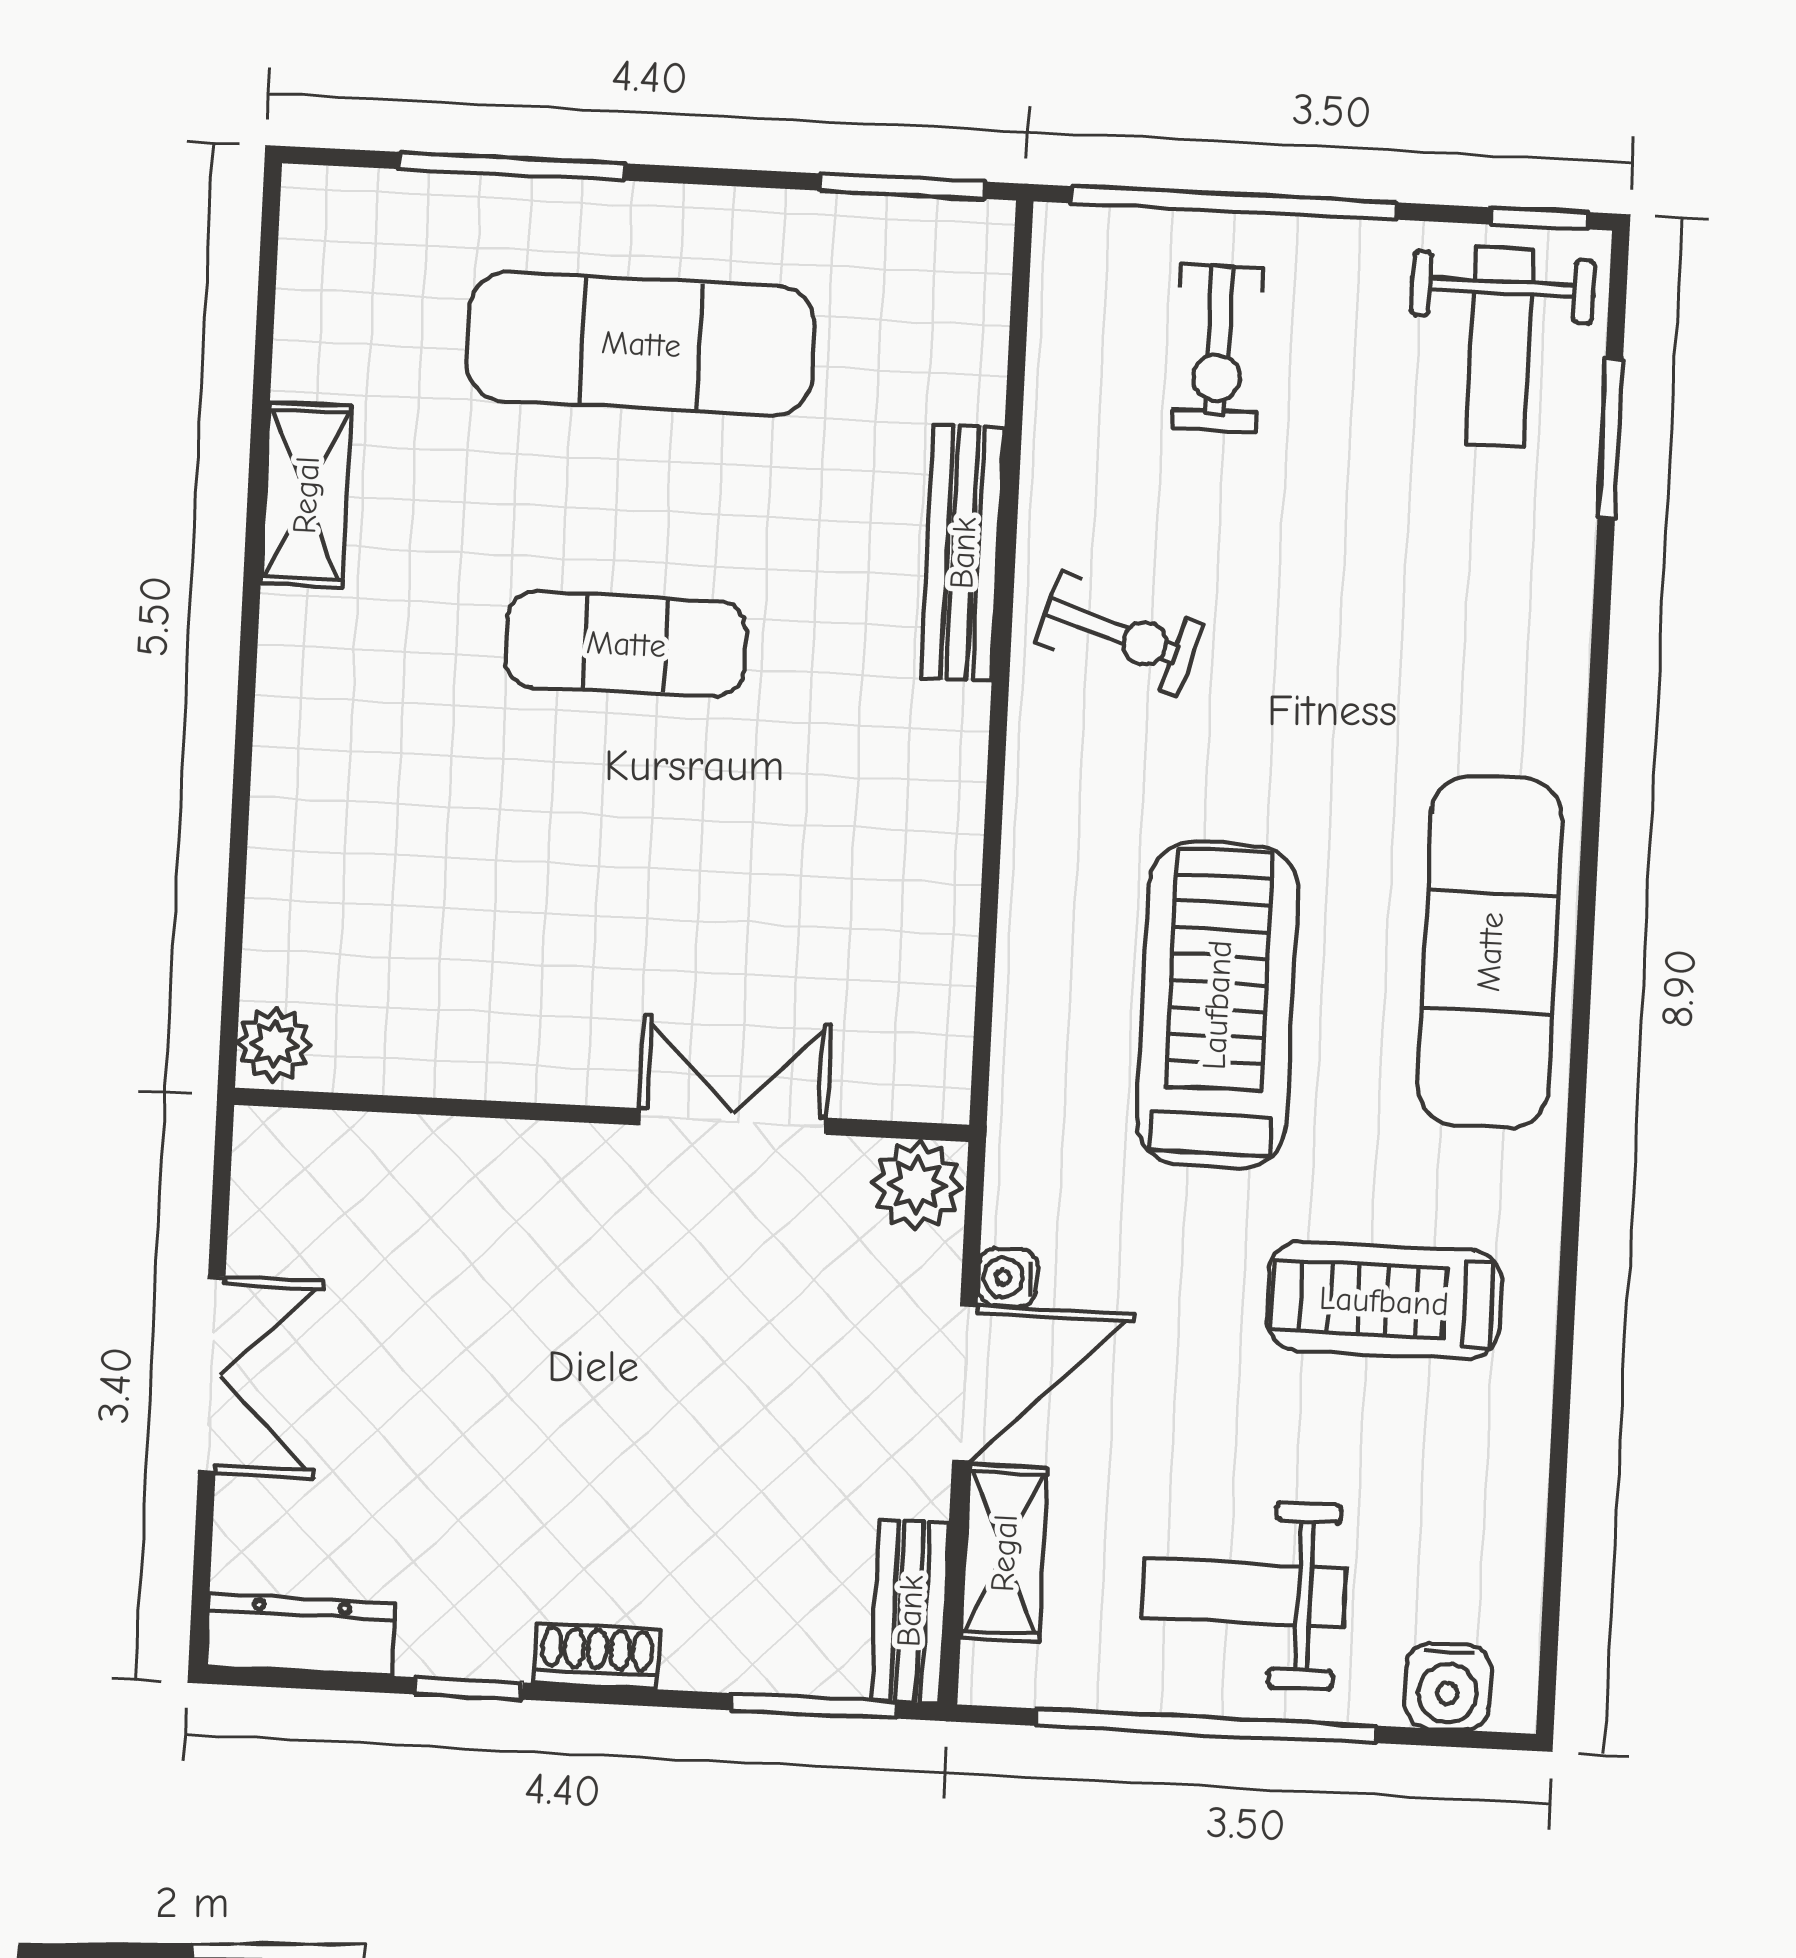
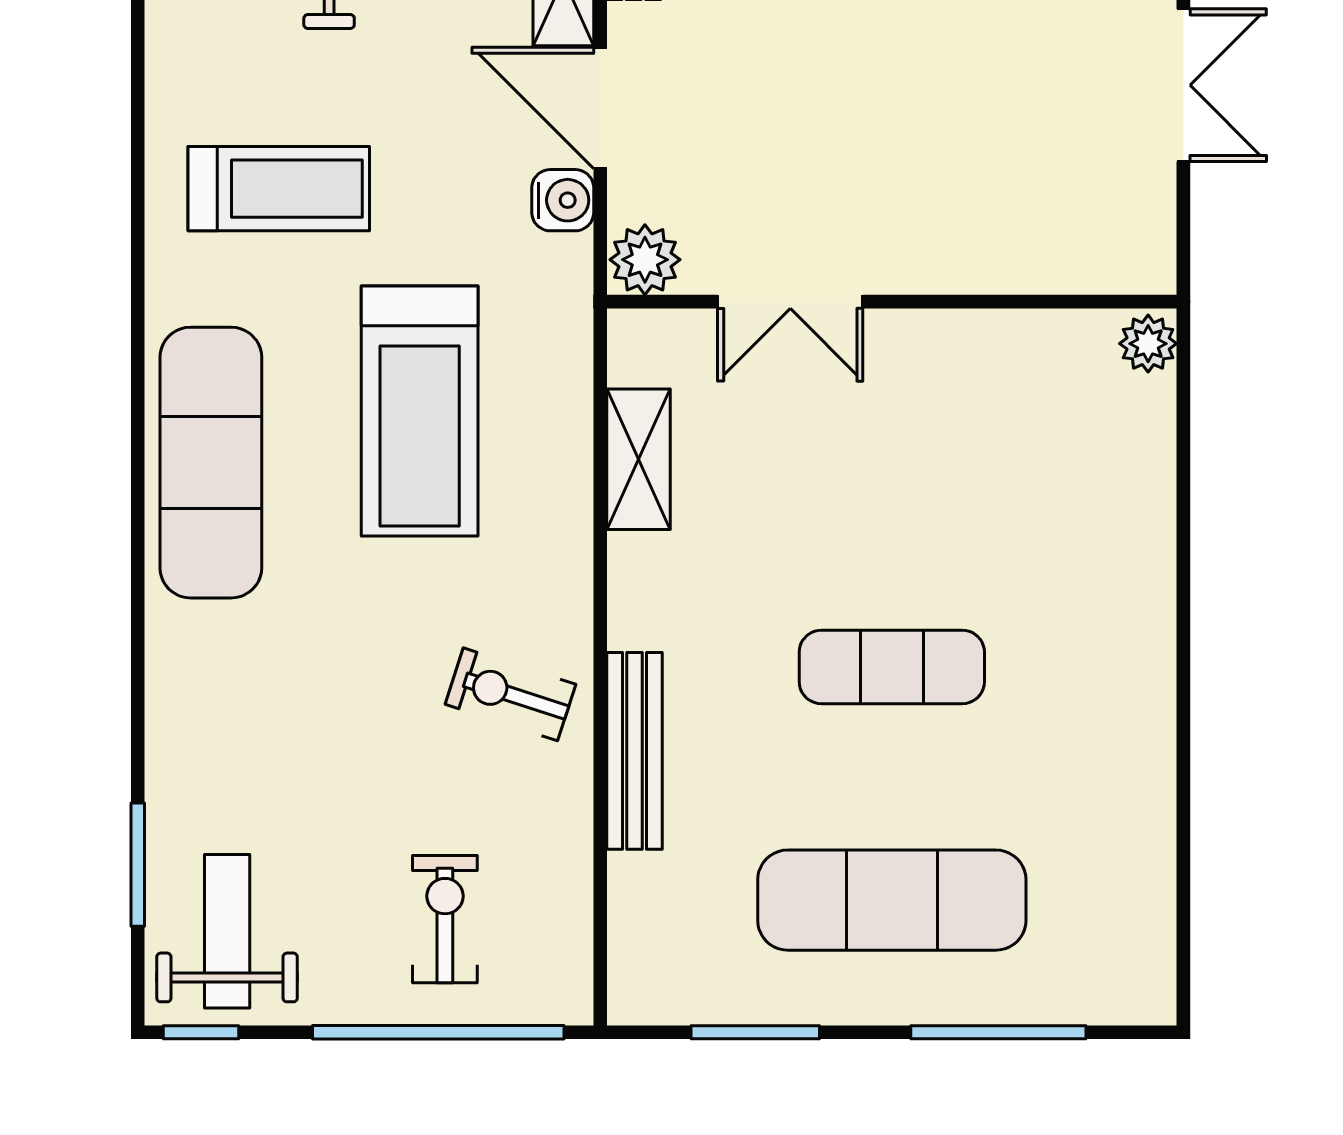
window: (902, 186) -> (755, 1032), moved
shelving: (306, 495) -> (639, 459), moved
water cooler: (1008, 1278) -> (563, 200), width x1.38, depth x1.38
double door: (212, 1375) -> (1183, 85), swing flipped
door: (965, 1383) -> (600, 108), hinge flipped

